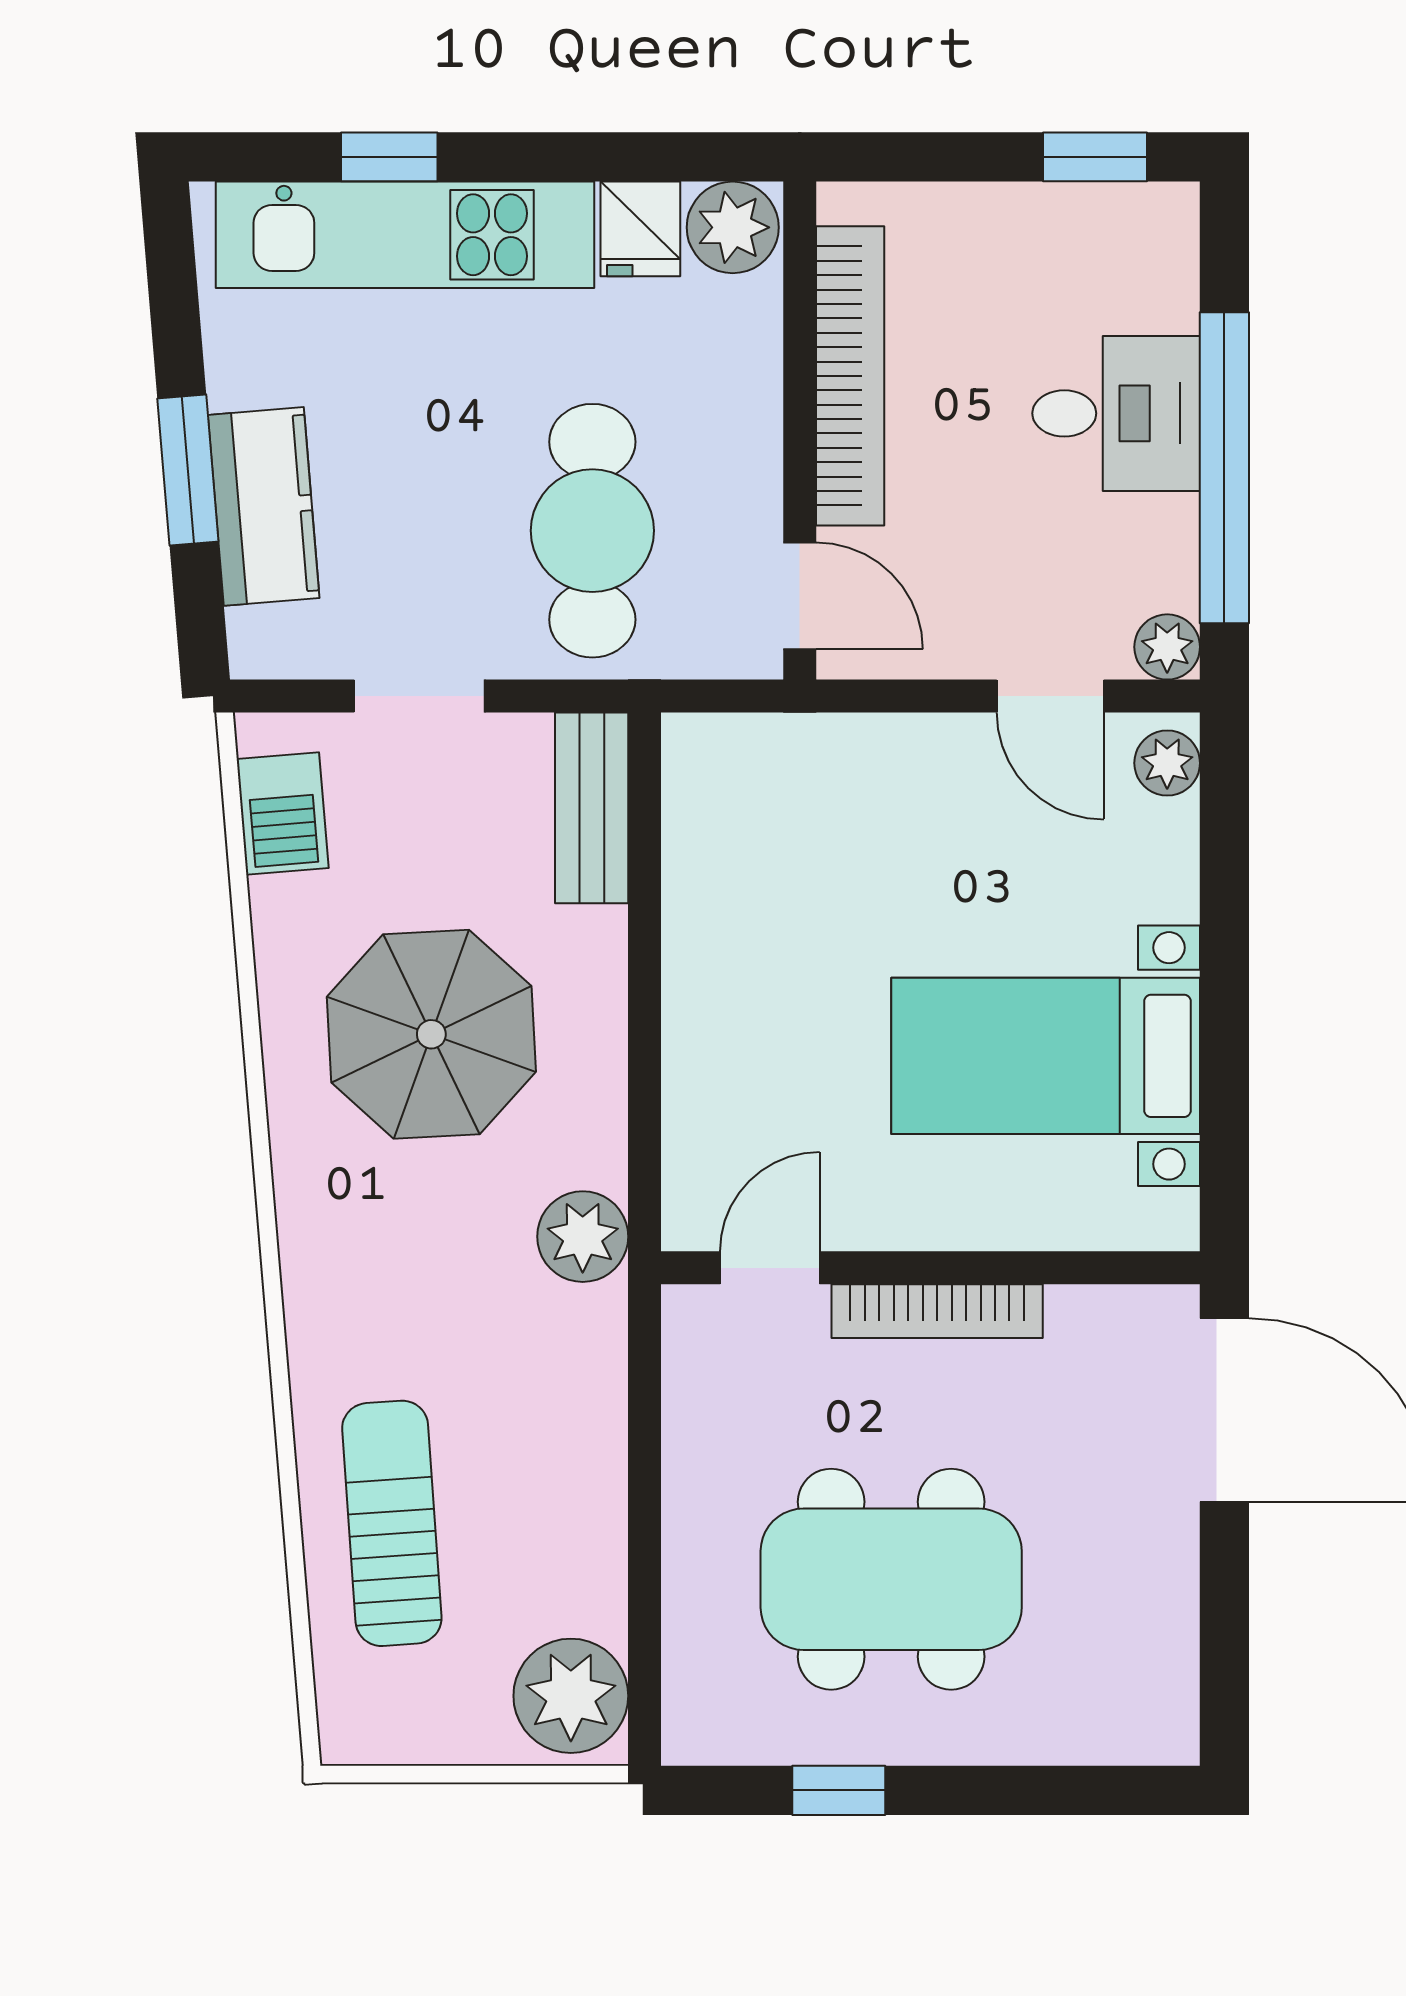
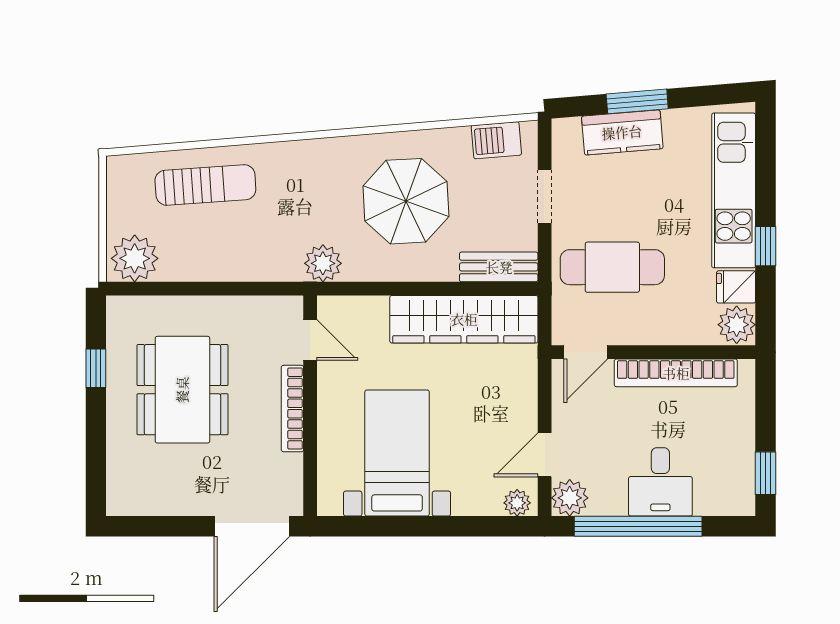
window: (389, 157) -> (766, 246), moved
plant: (1167, 647) -> (570, 498), width x1.38, depth x1.38
wardrobe: (719, 893) -> (464, 319), added

